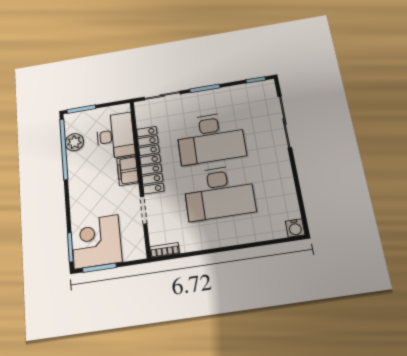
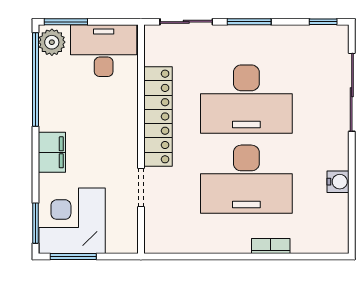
desk: (115, 136) -> (104, 51), moved, turned -90
plant: (74, 142) -> (52, 42), moved
filing cabinet: (128, 171) -> (52, 152), moved, turned 180
water cooler: (295, 228) -> (338, 182), moved, turned -90
bookcase: (164, 250) -> (271, 246), moved

